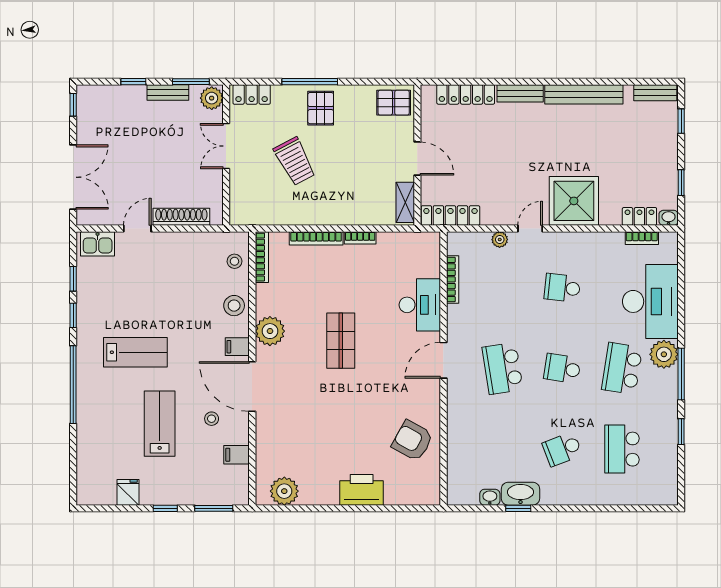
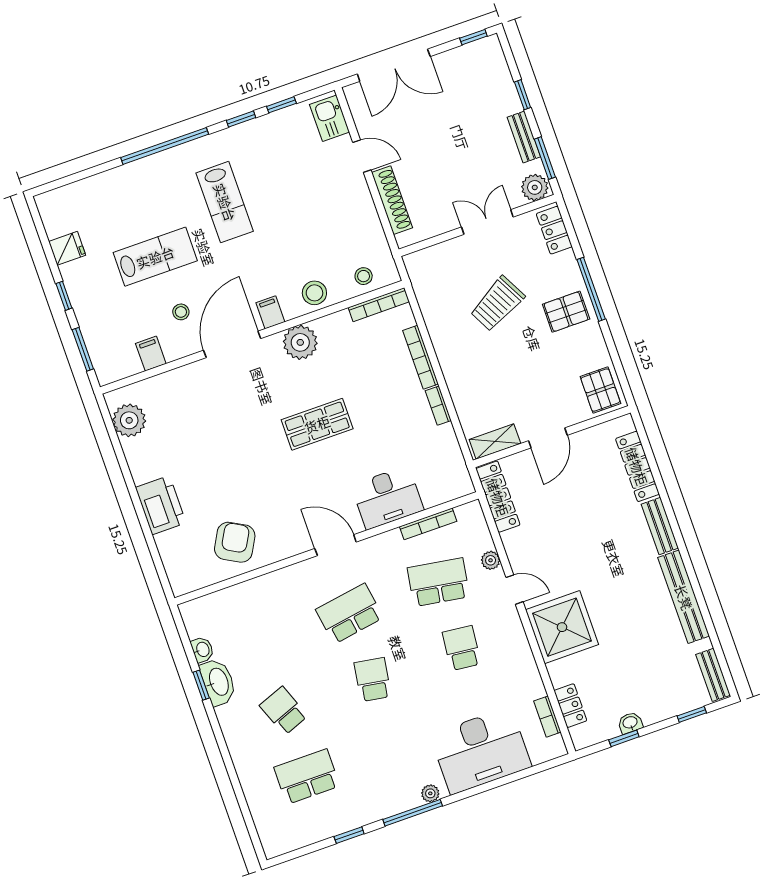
washbasin: (669, 218) -> (630, 723), moved, turned -90
plant: (664, 354) -> (430, 793), width x0.53, depth x0.53
school desk: (622, 368) -> (438, 582), moved

